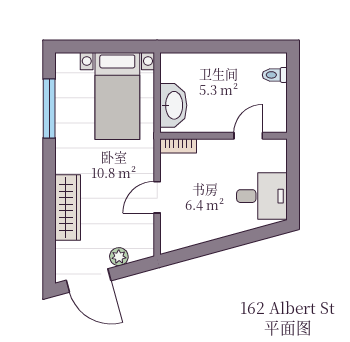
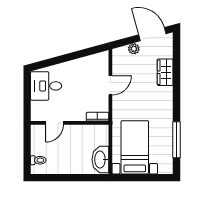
washbasin: (173, 105) -> (100, 160), moved
wardrobe: (68, 208) -> (165, 72), width x0.67

